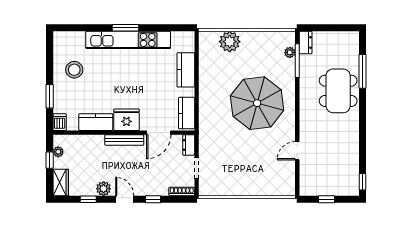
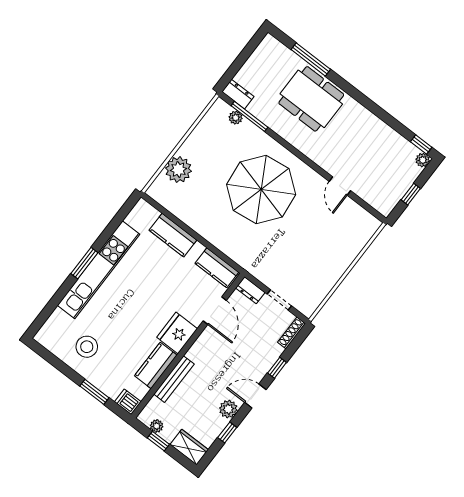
bench: (124, 140) -> (174, 379), moved
plant: (354, 190) -> (423, 160), added

